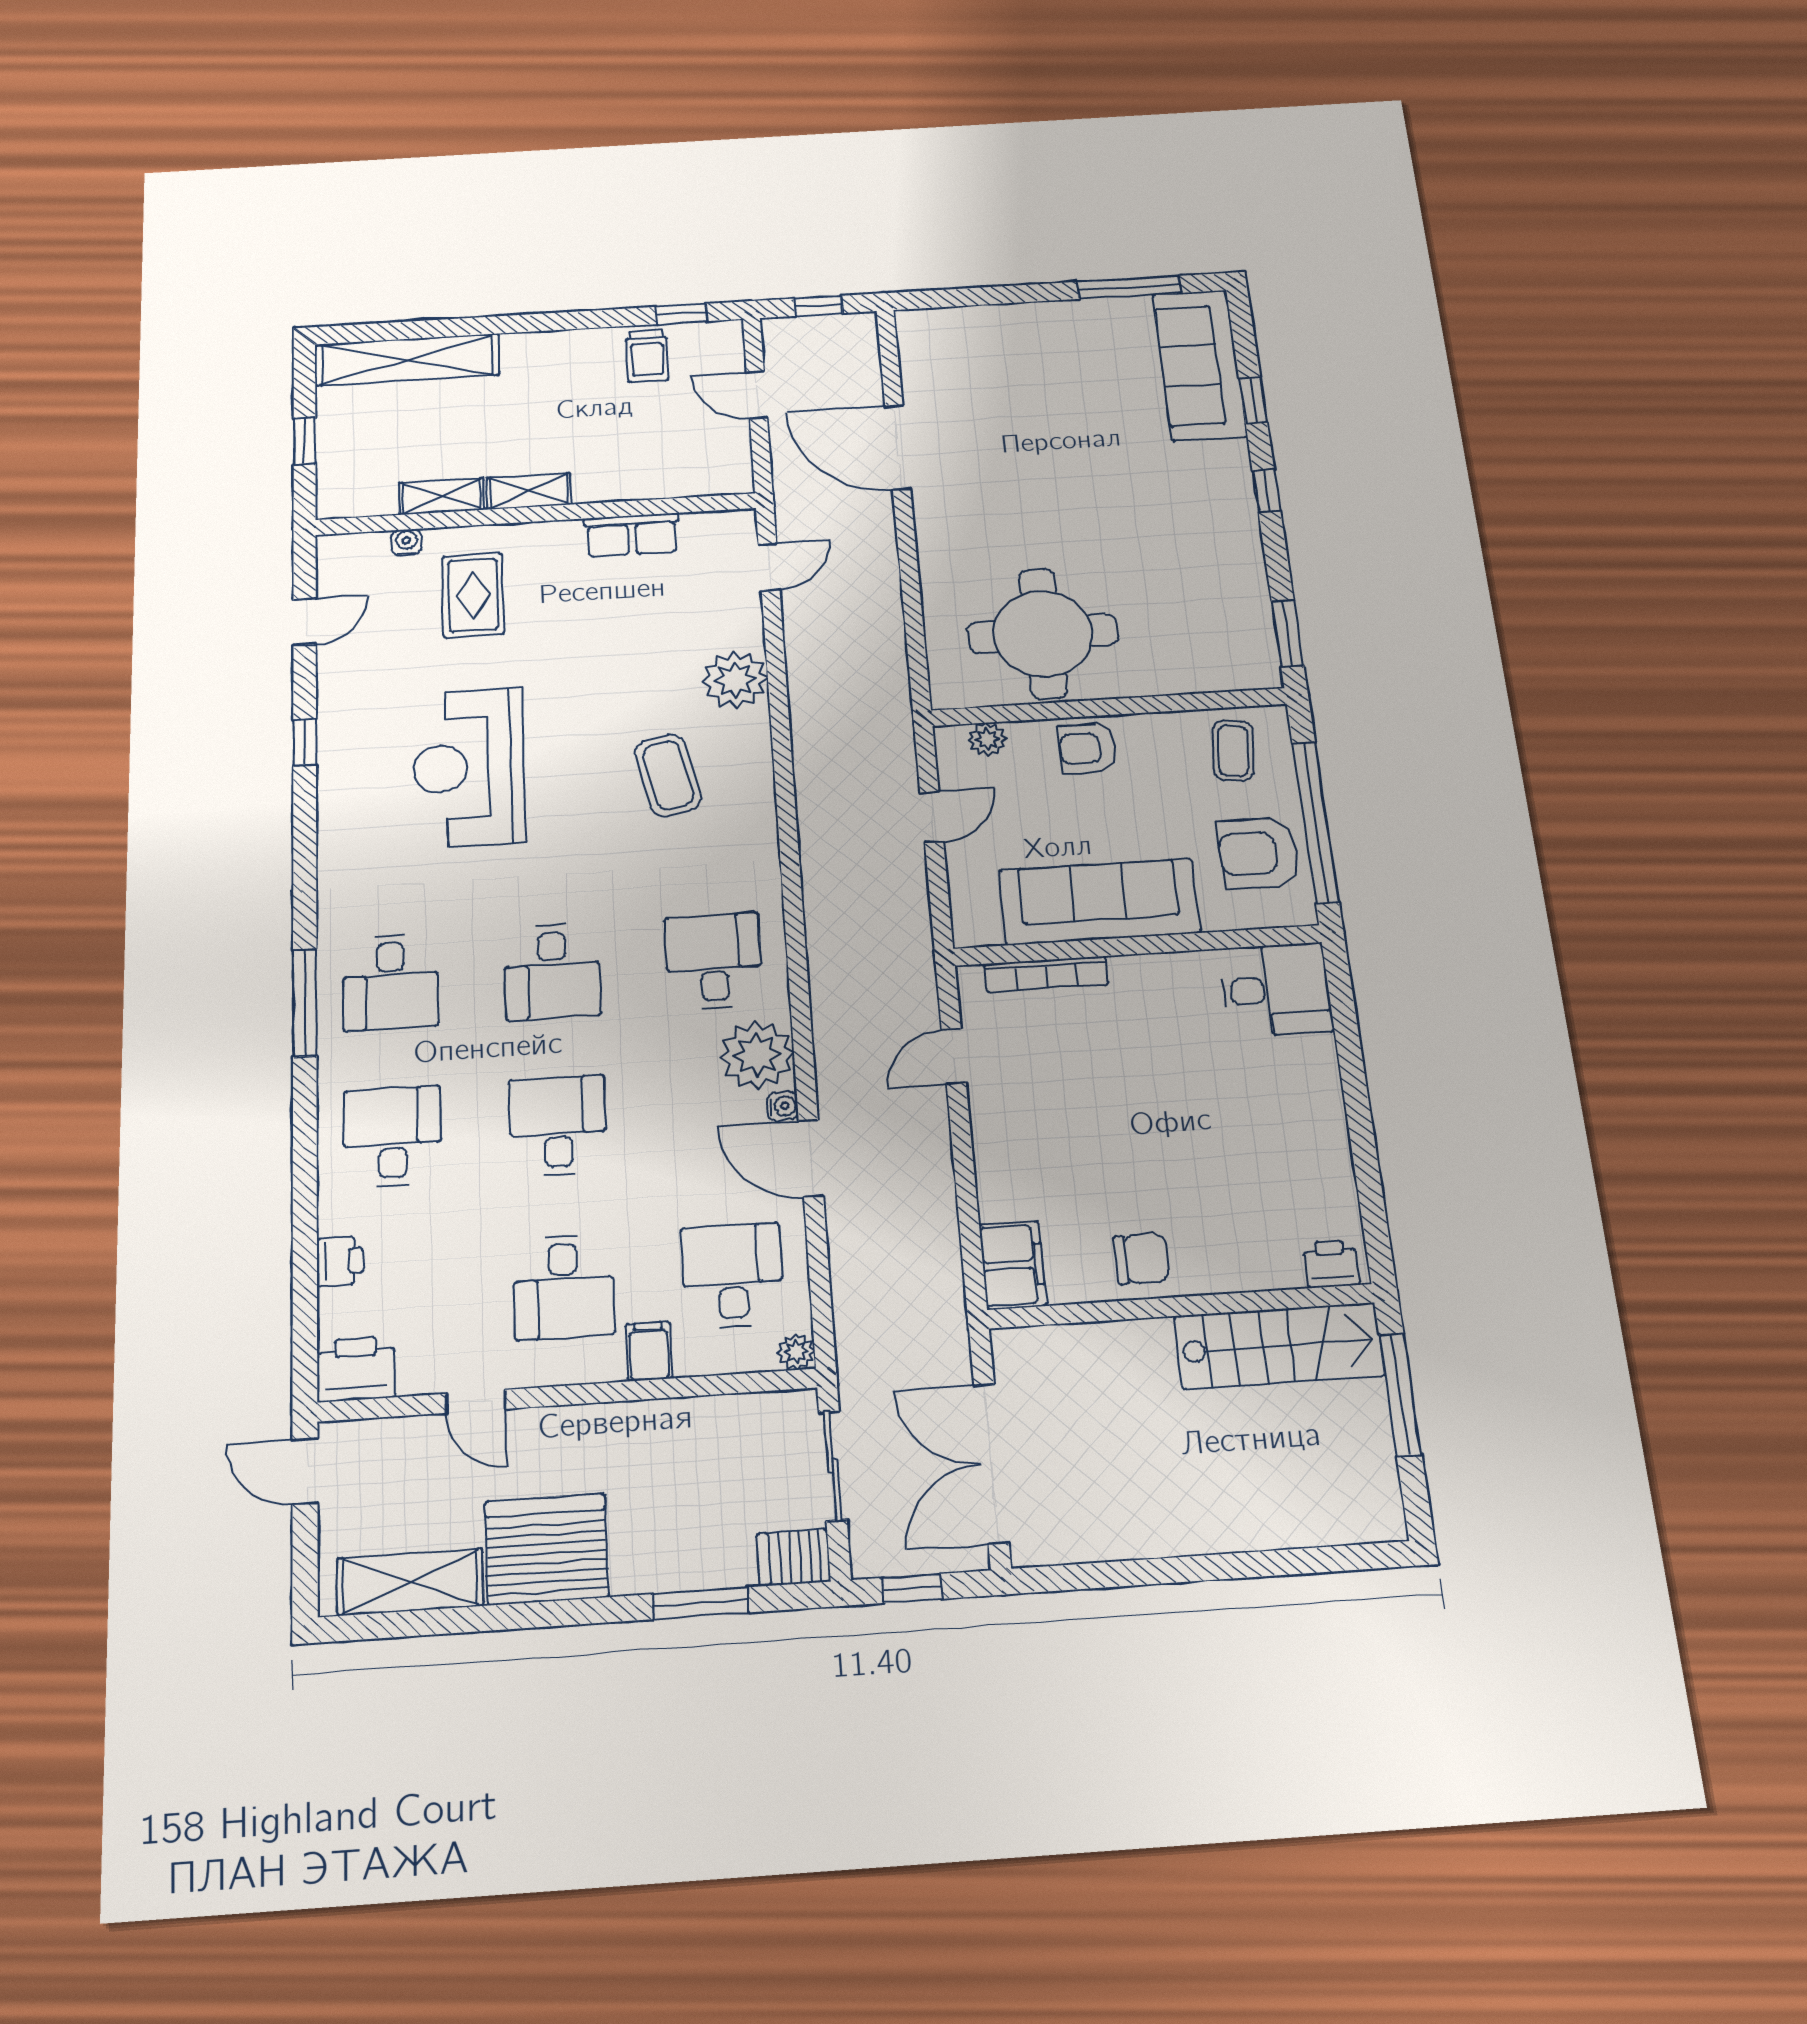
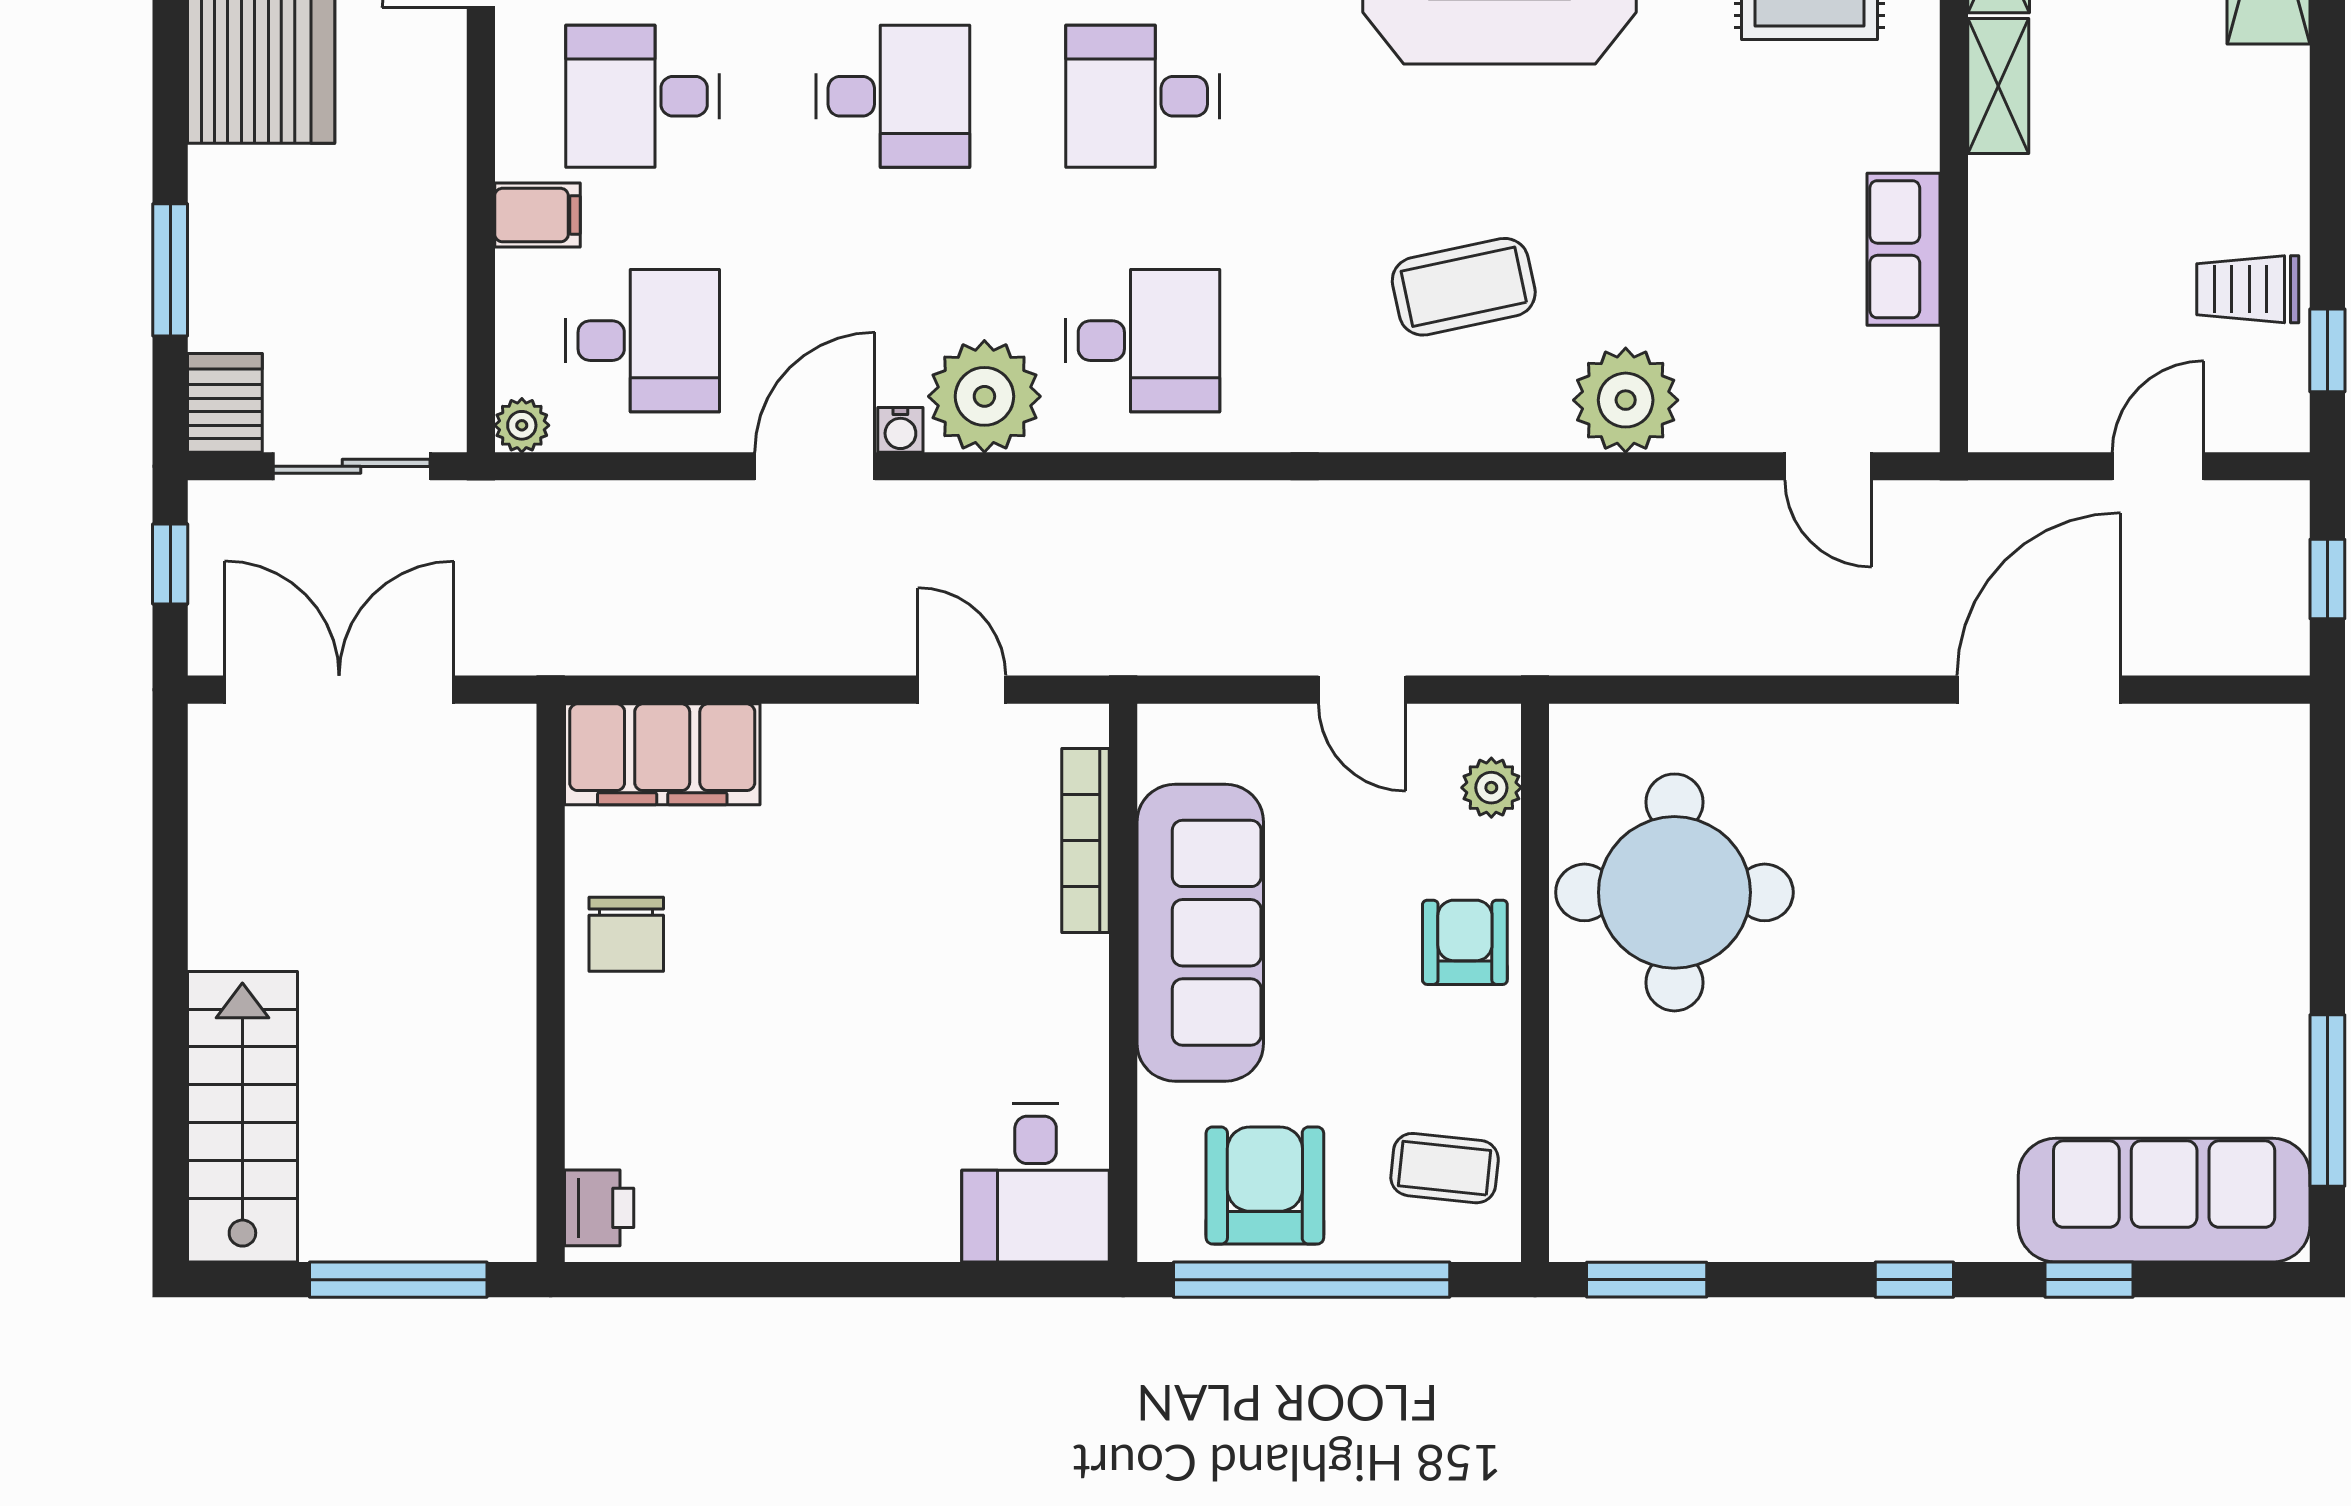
filing cabinet: (1013, 1265) -> (662, 754), width x1.50, depth x1.17
stairs: (1279, 1346) -> (242, 1117), moved, turned 180

